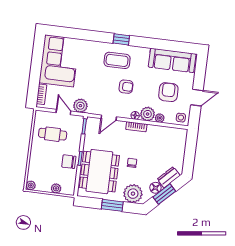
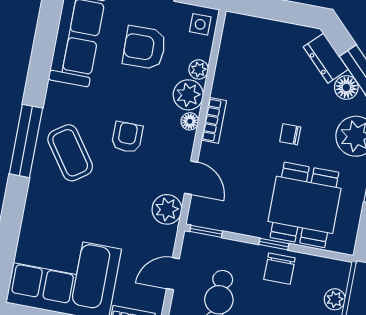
window: (121, 39) -> (26, 141), width x2.17
coffee table: (117, 60) -> (70, 153), turned -35
plant: (80, 106) -> (167, 209), moved
dining table: (99, 172) -> (304, 205), width x0.73

